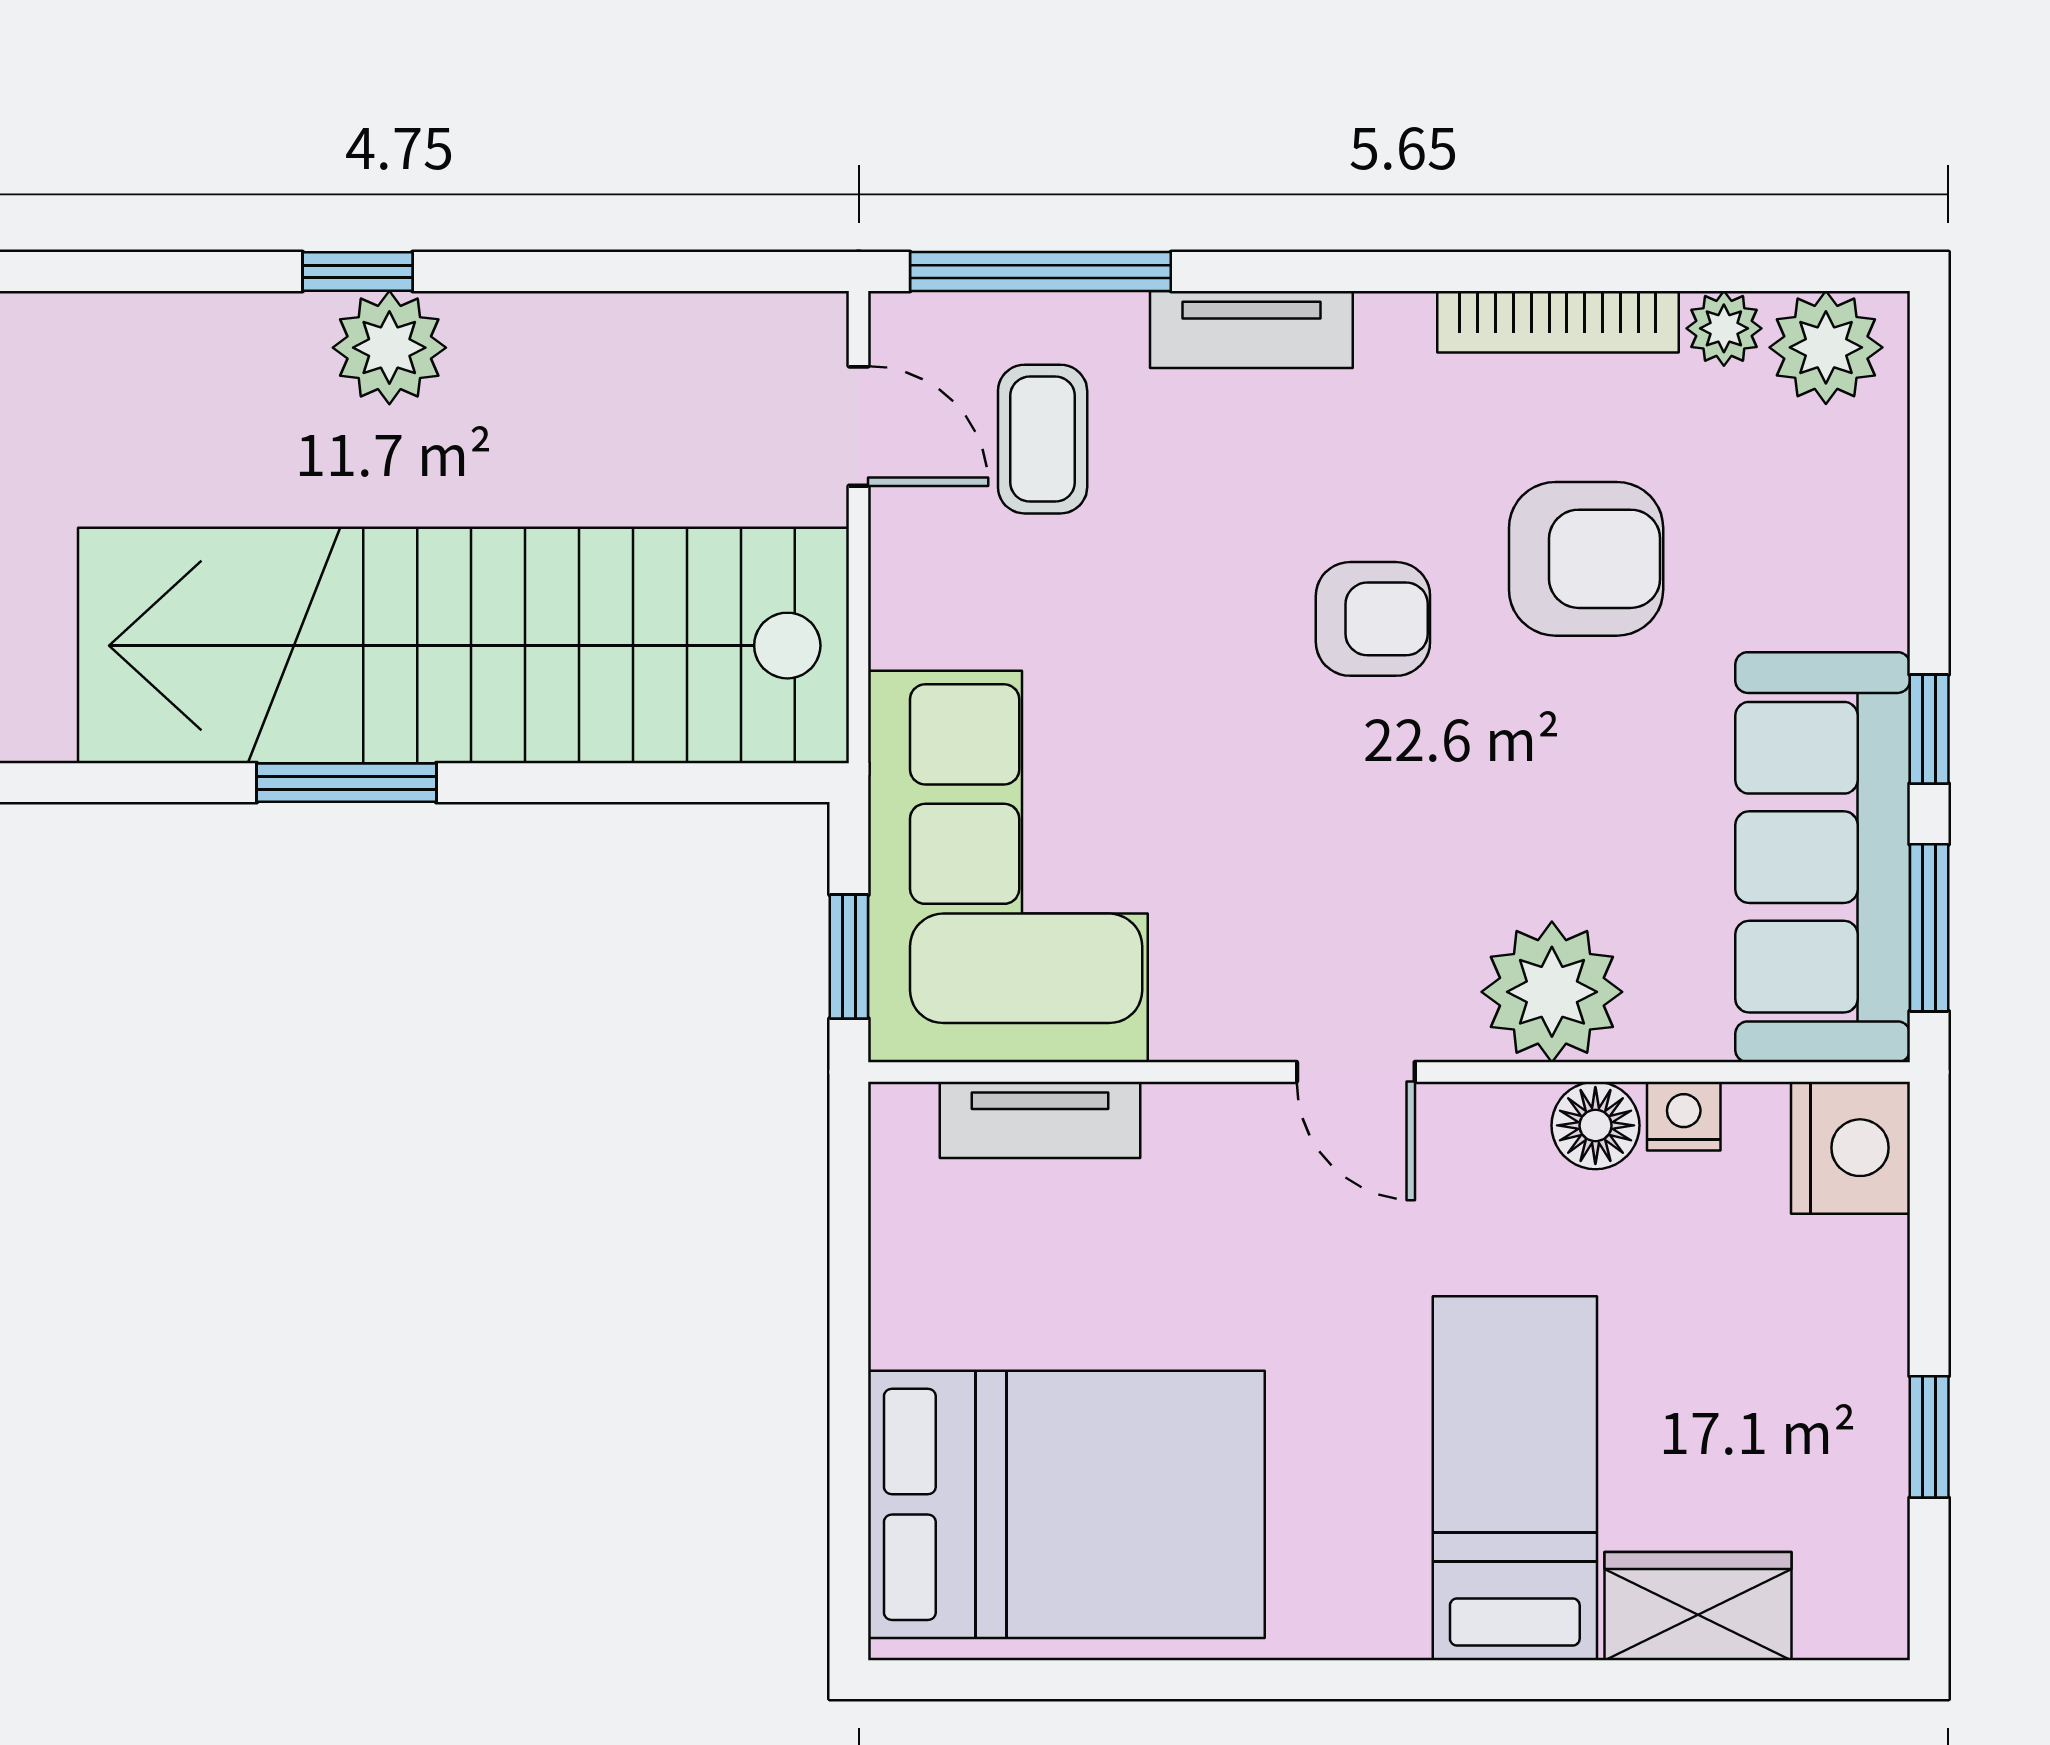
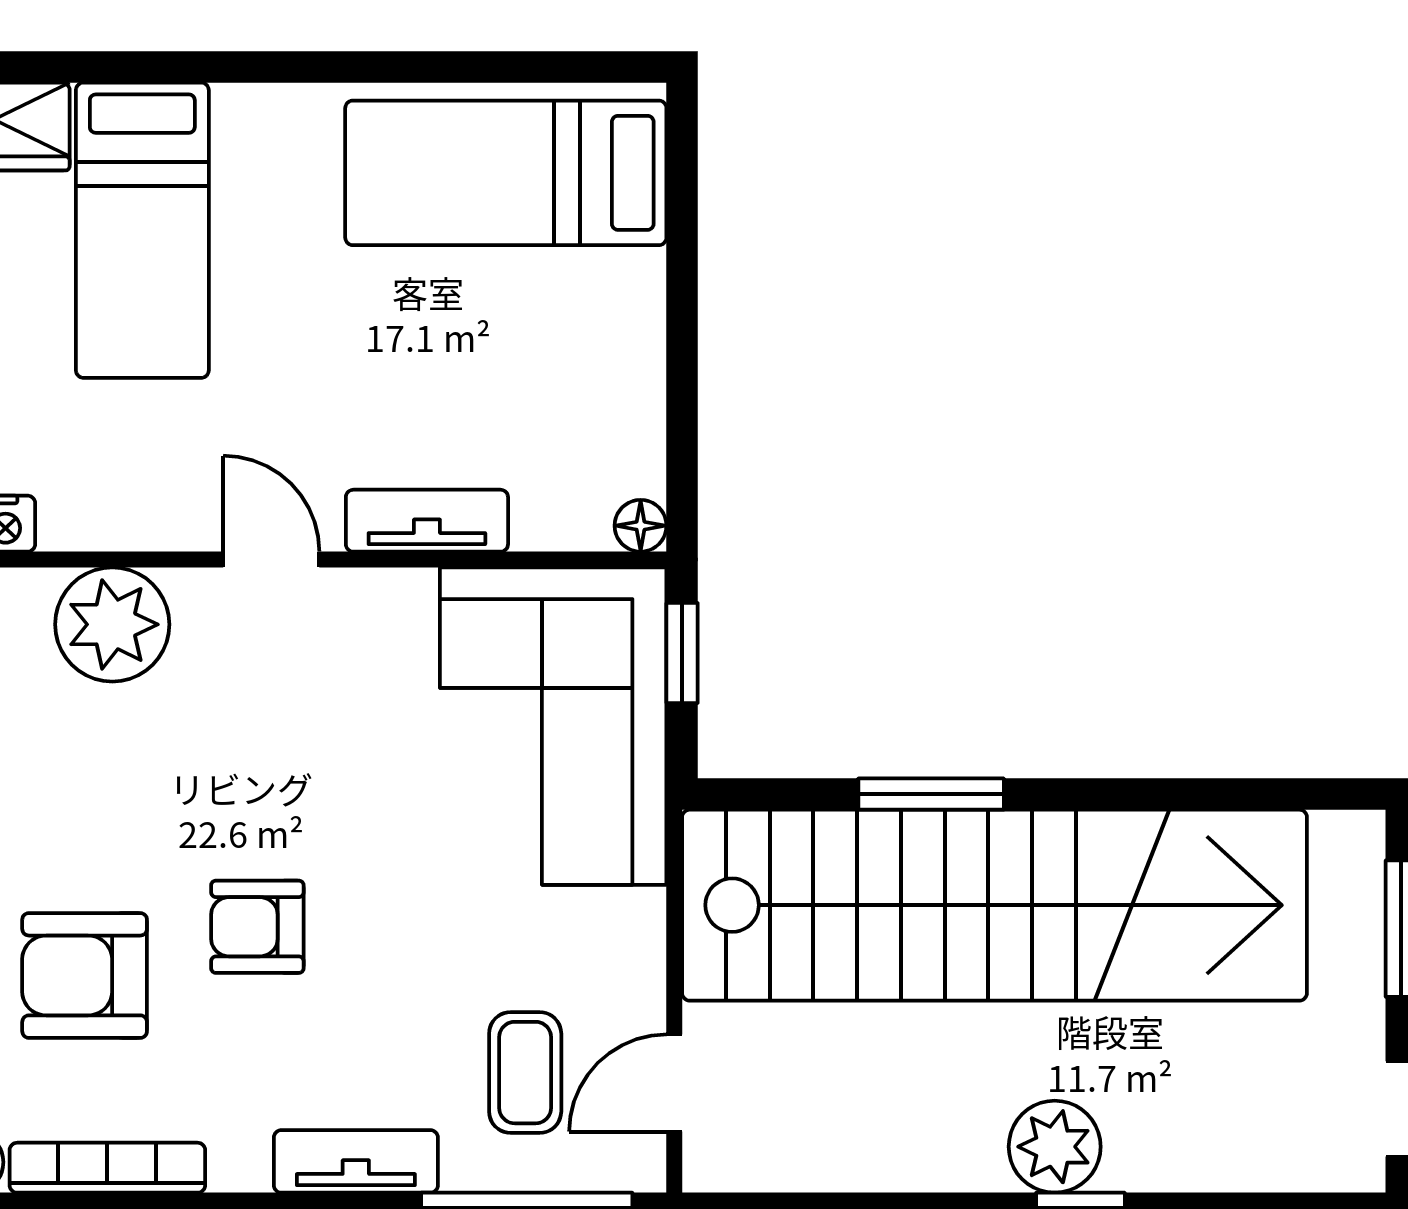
door: (859, 426) -> (674, 1083), hinge flipped
window: (346, 783) -> (931, 794), moved
tv unit: (1040, 1120) -> (427, 521), moved
floor lamp: (1595, 1125) -> (641, 526), moved, width x0.73, depth x0.73
bed: (1066, 1504) -> (506, 173), width x0.67

